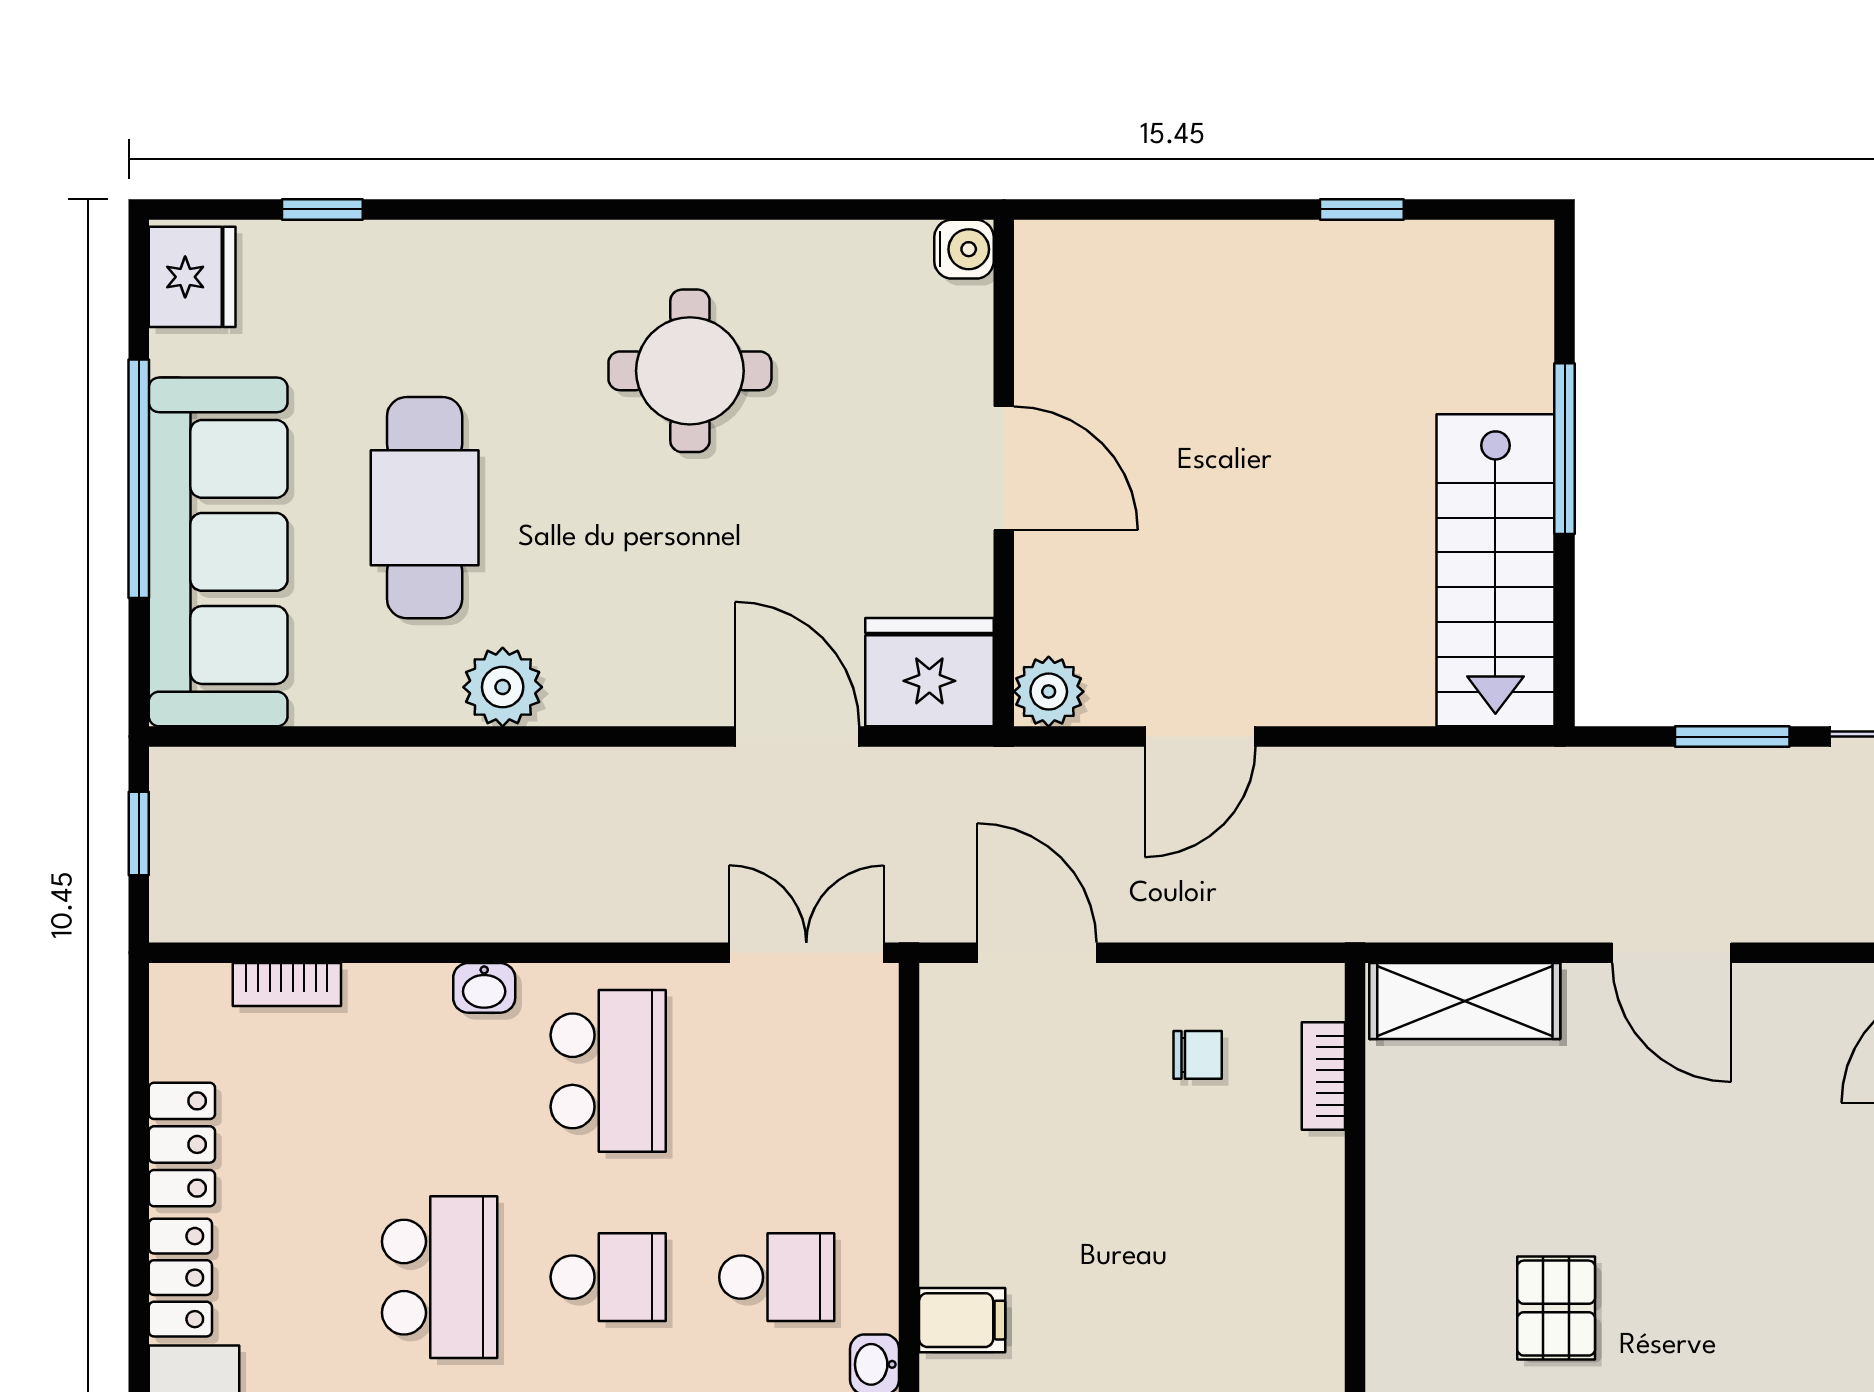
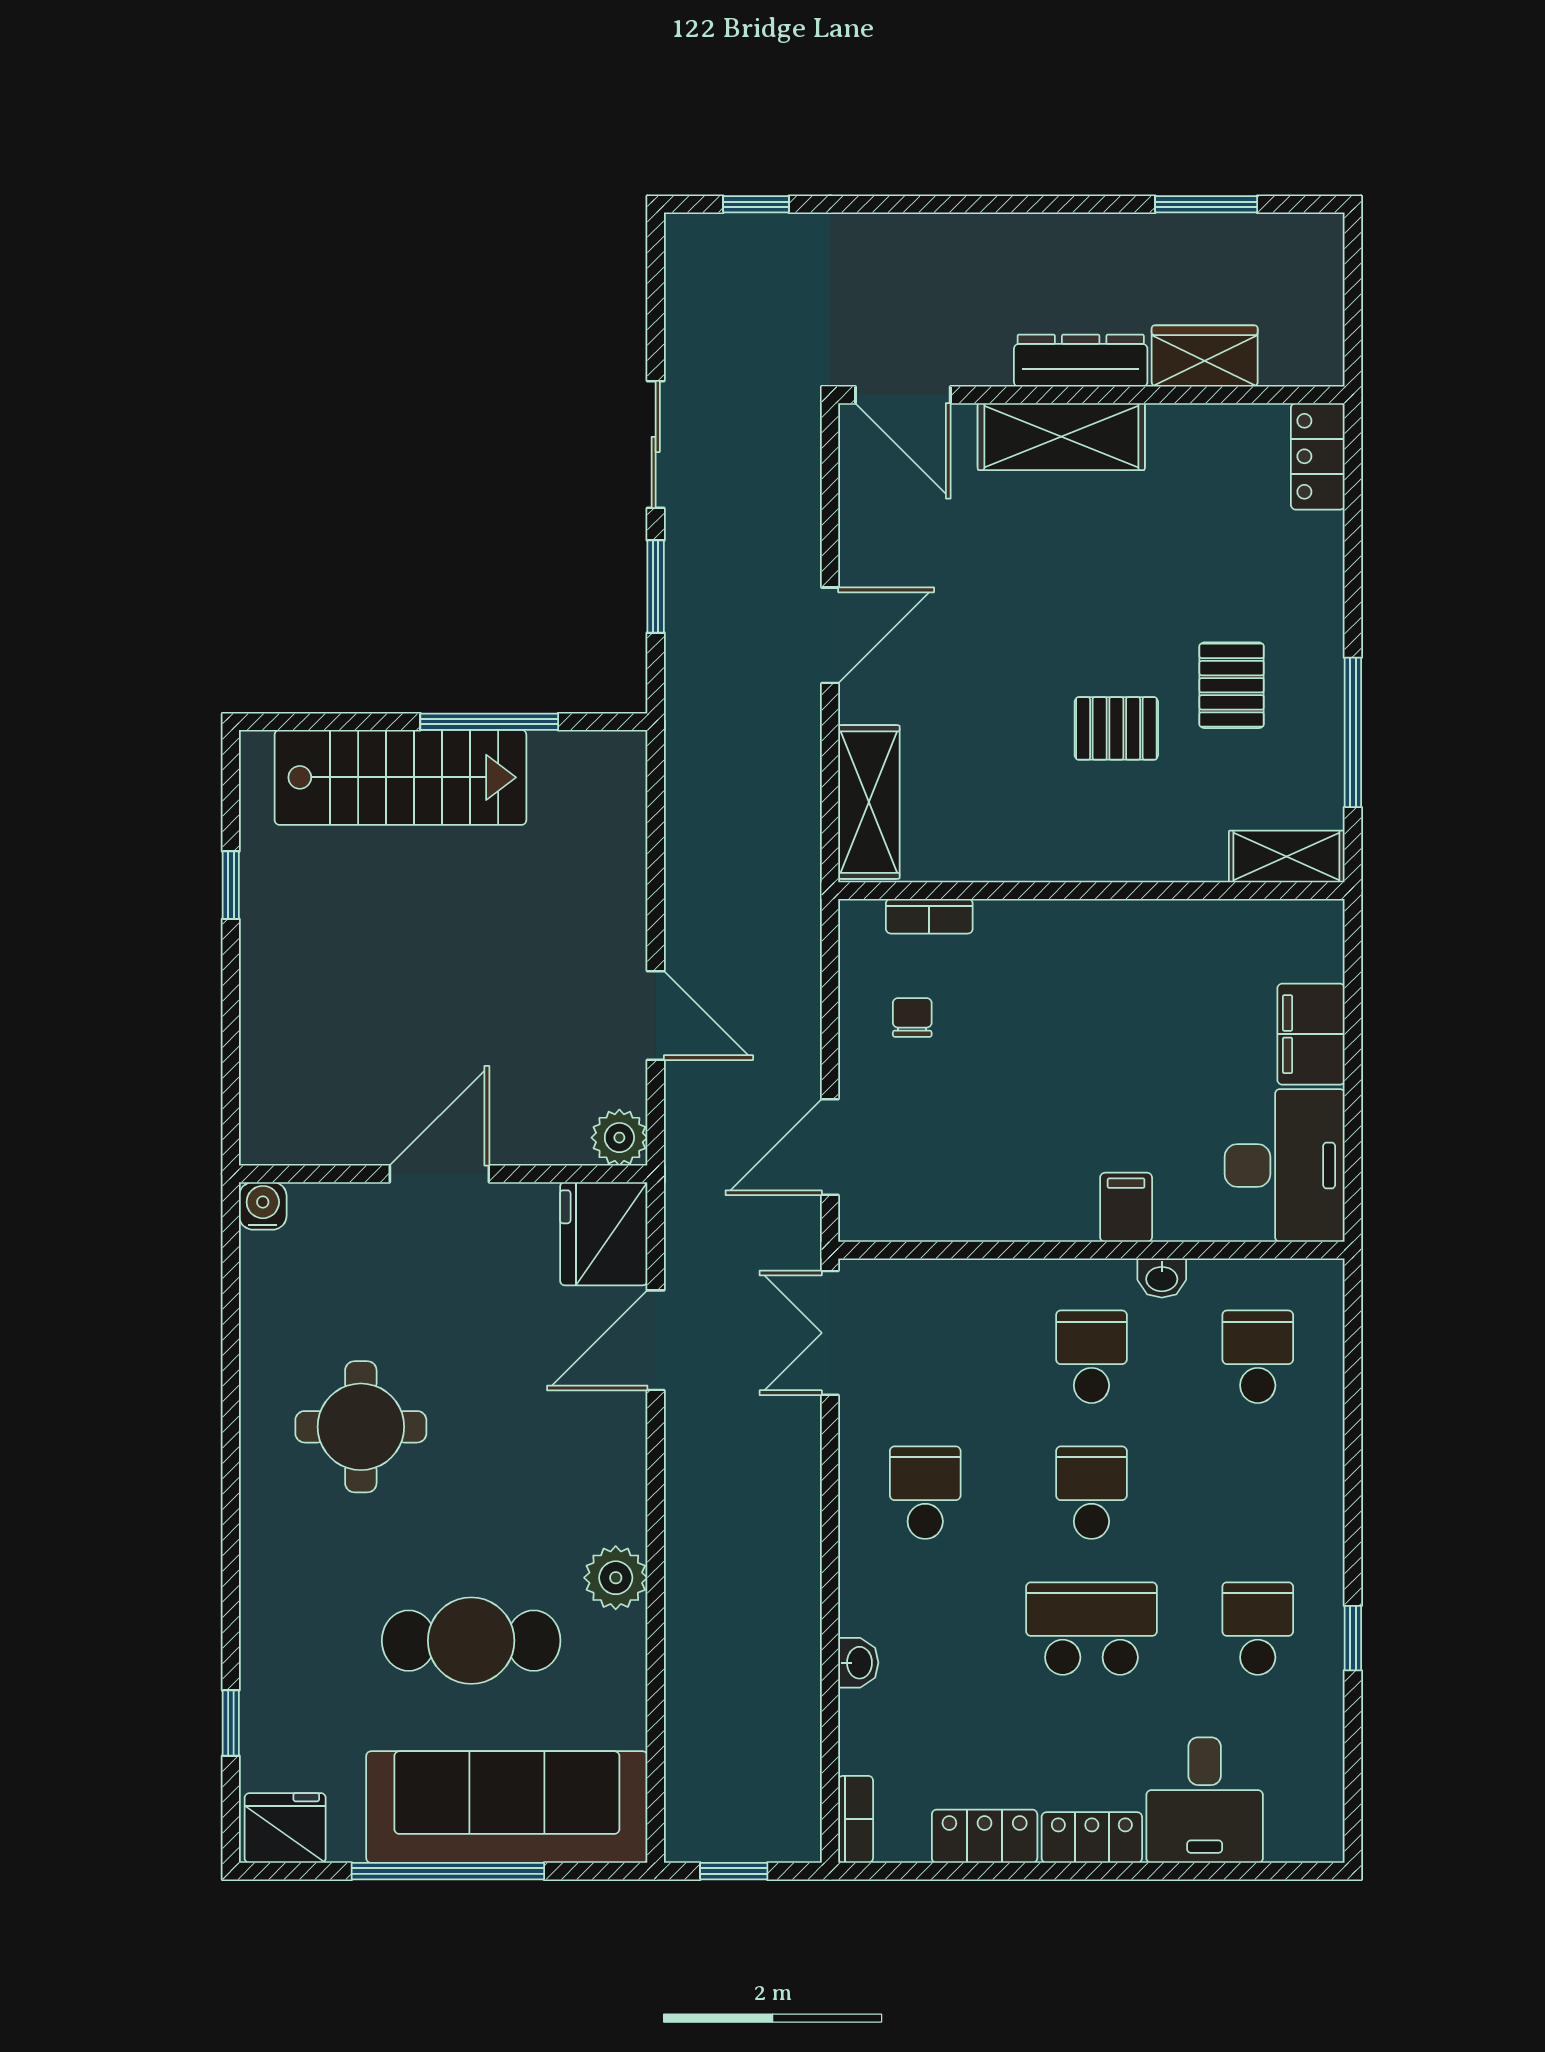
window: (1565, 449) -> (489, 722), moved
stairs: (1495, 570) -> (400, 777), moved
bookcase: (287, 985) -> (856, 1819), moved
washbasin: (484, 988) -> (858, 1663), moved
school desk: (608, 1071) -> (925, 1493), width x0.54

